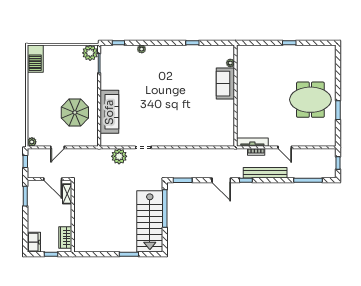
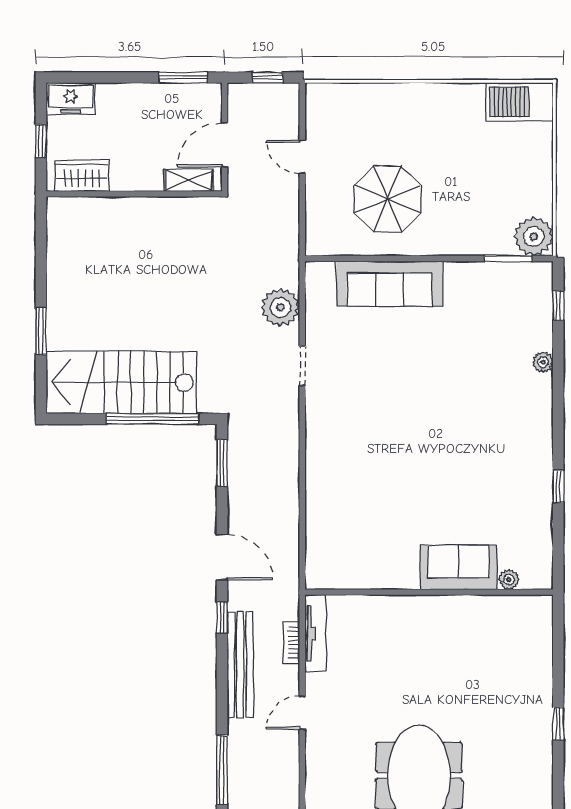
plant: (32, 142) -> (316, 94), removed
door: (221, 180) -> (222, 557), swing flipped

